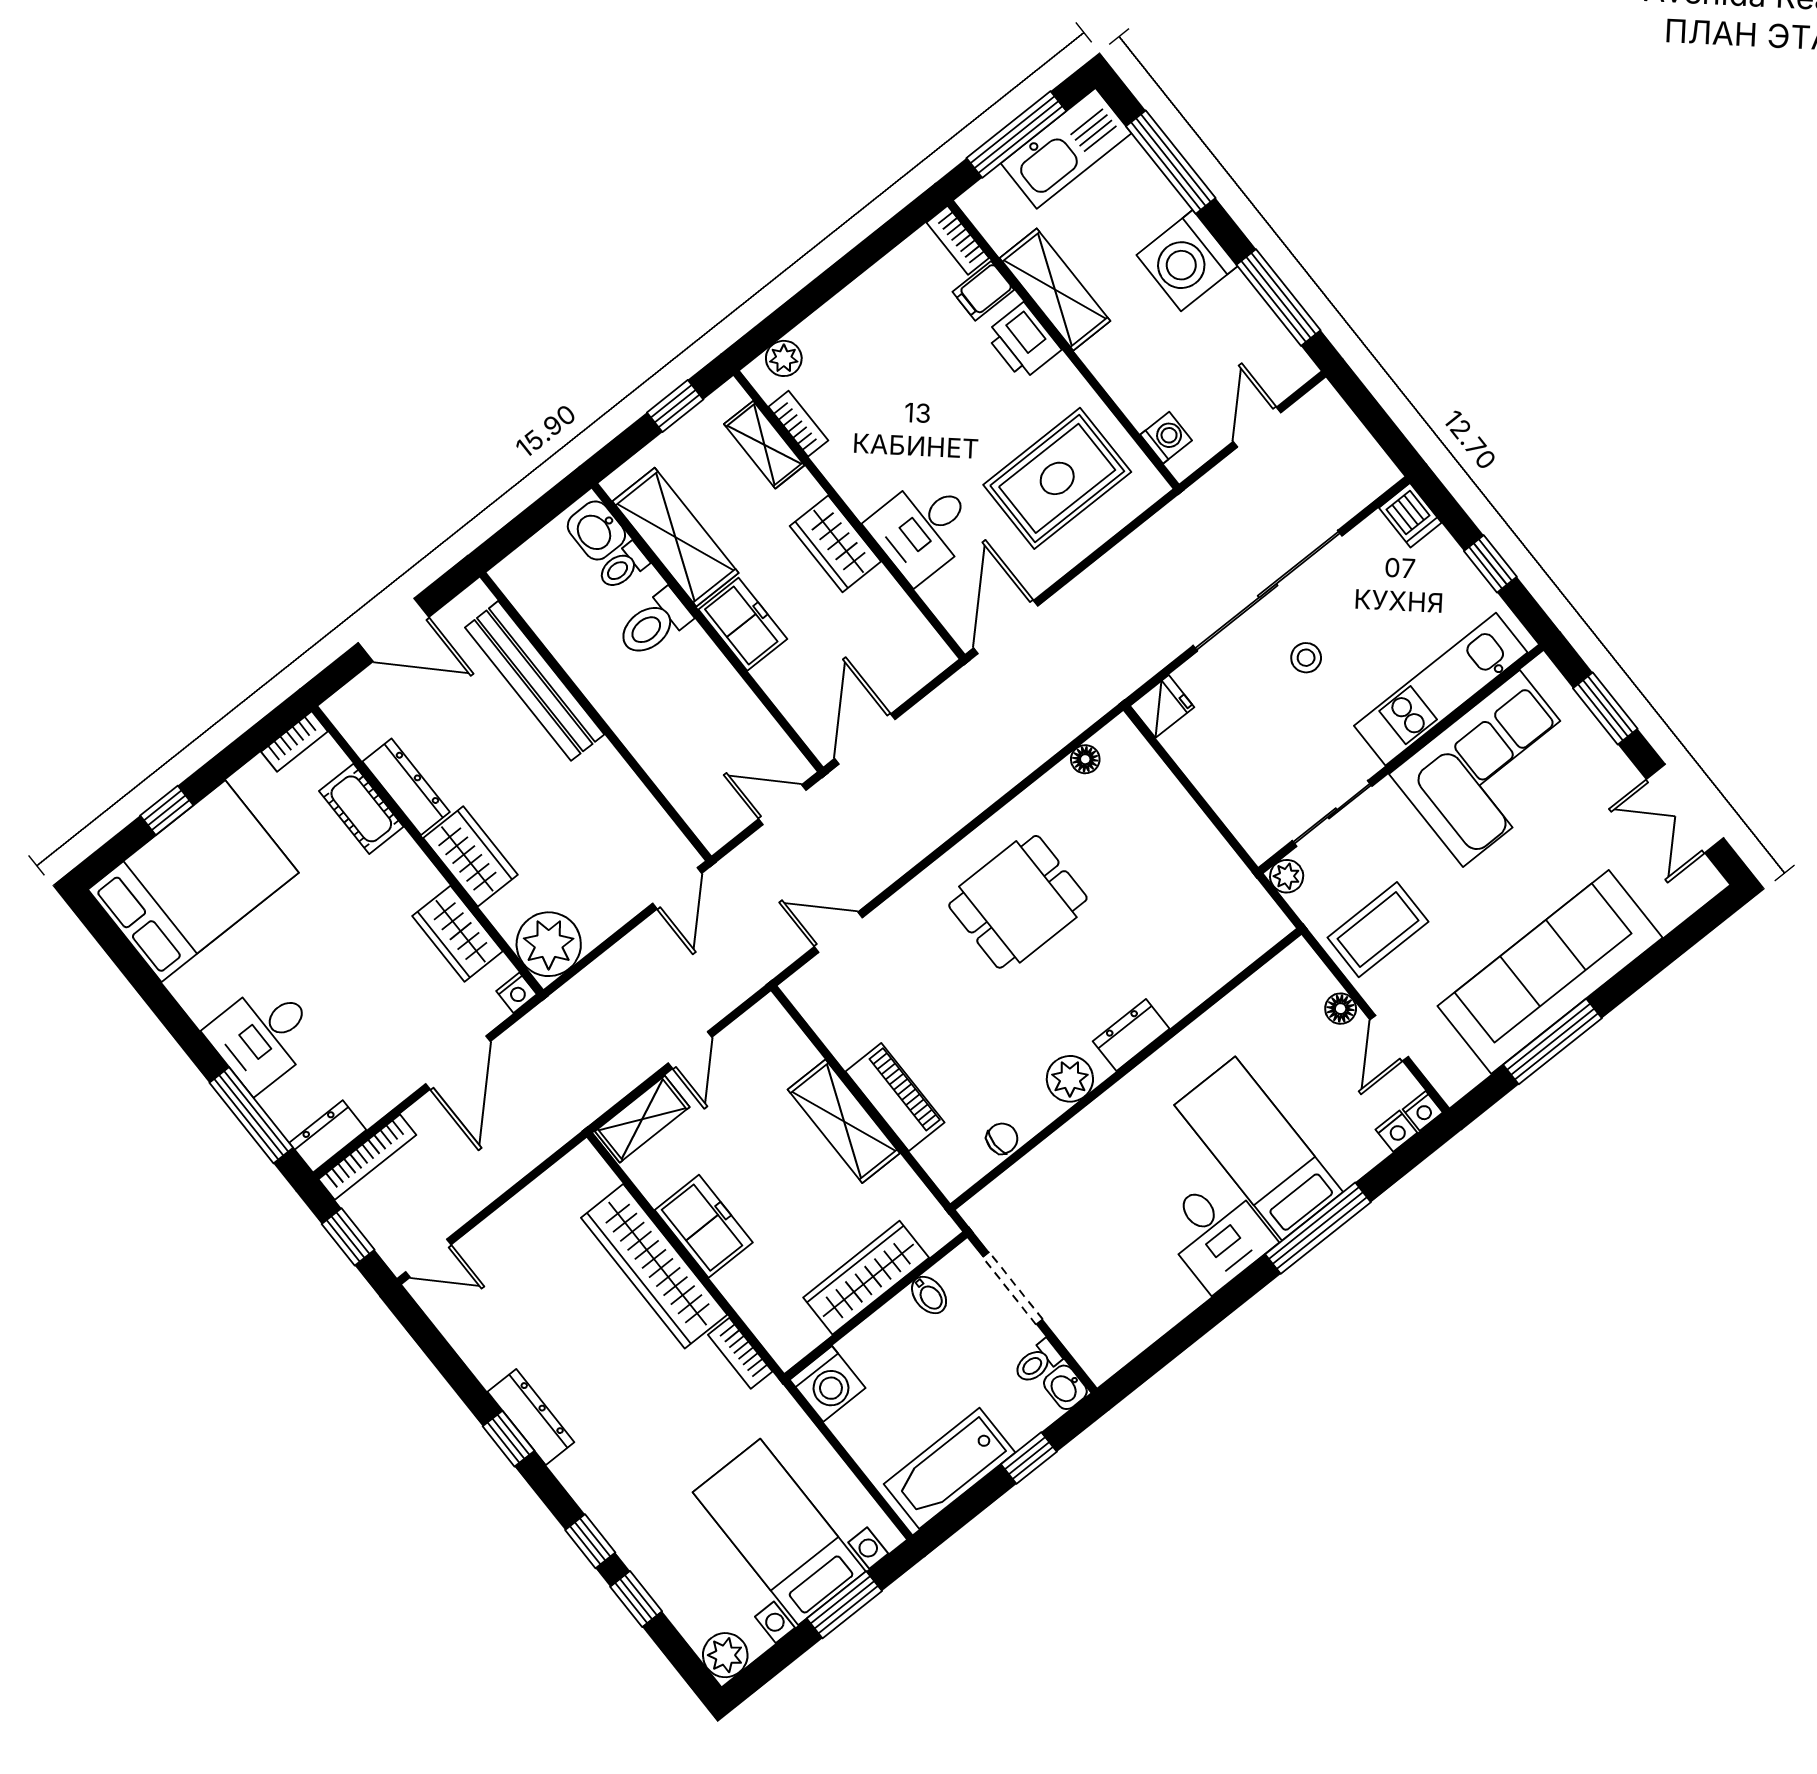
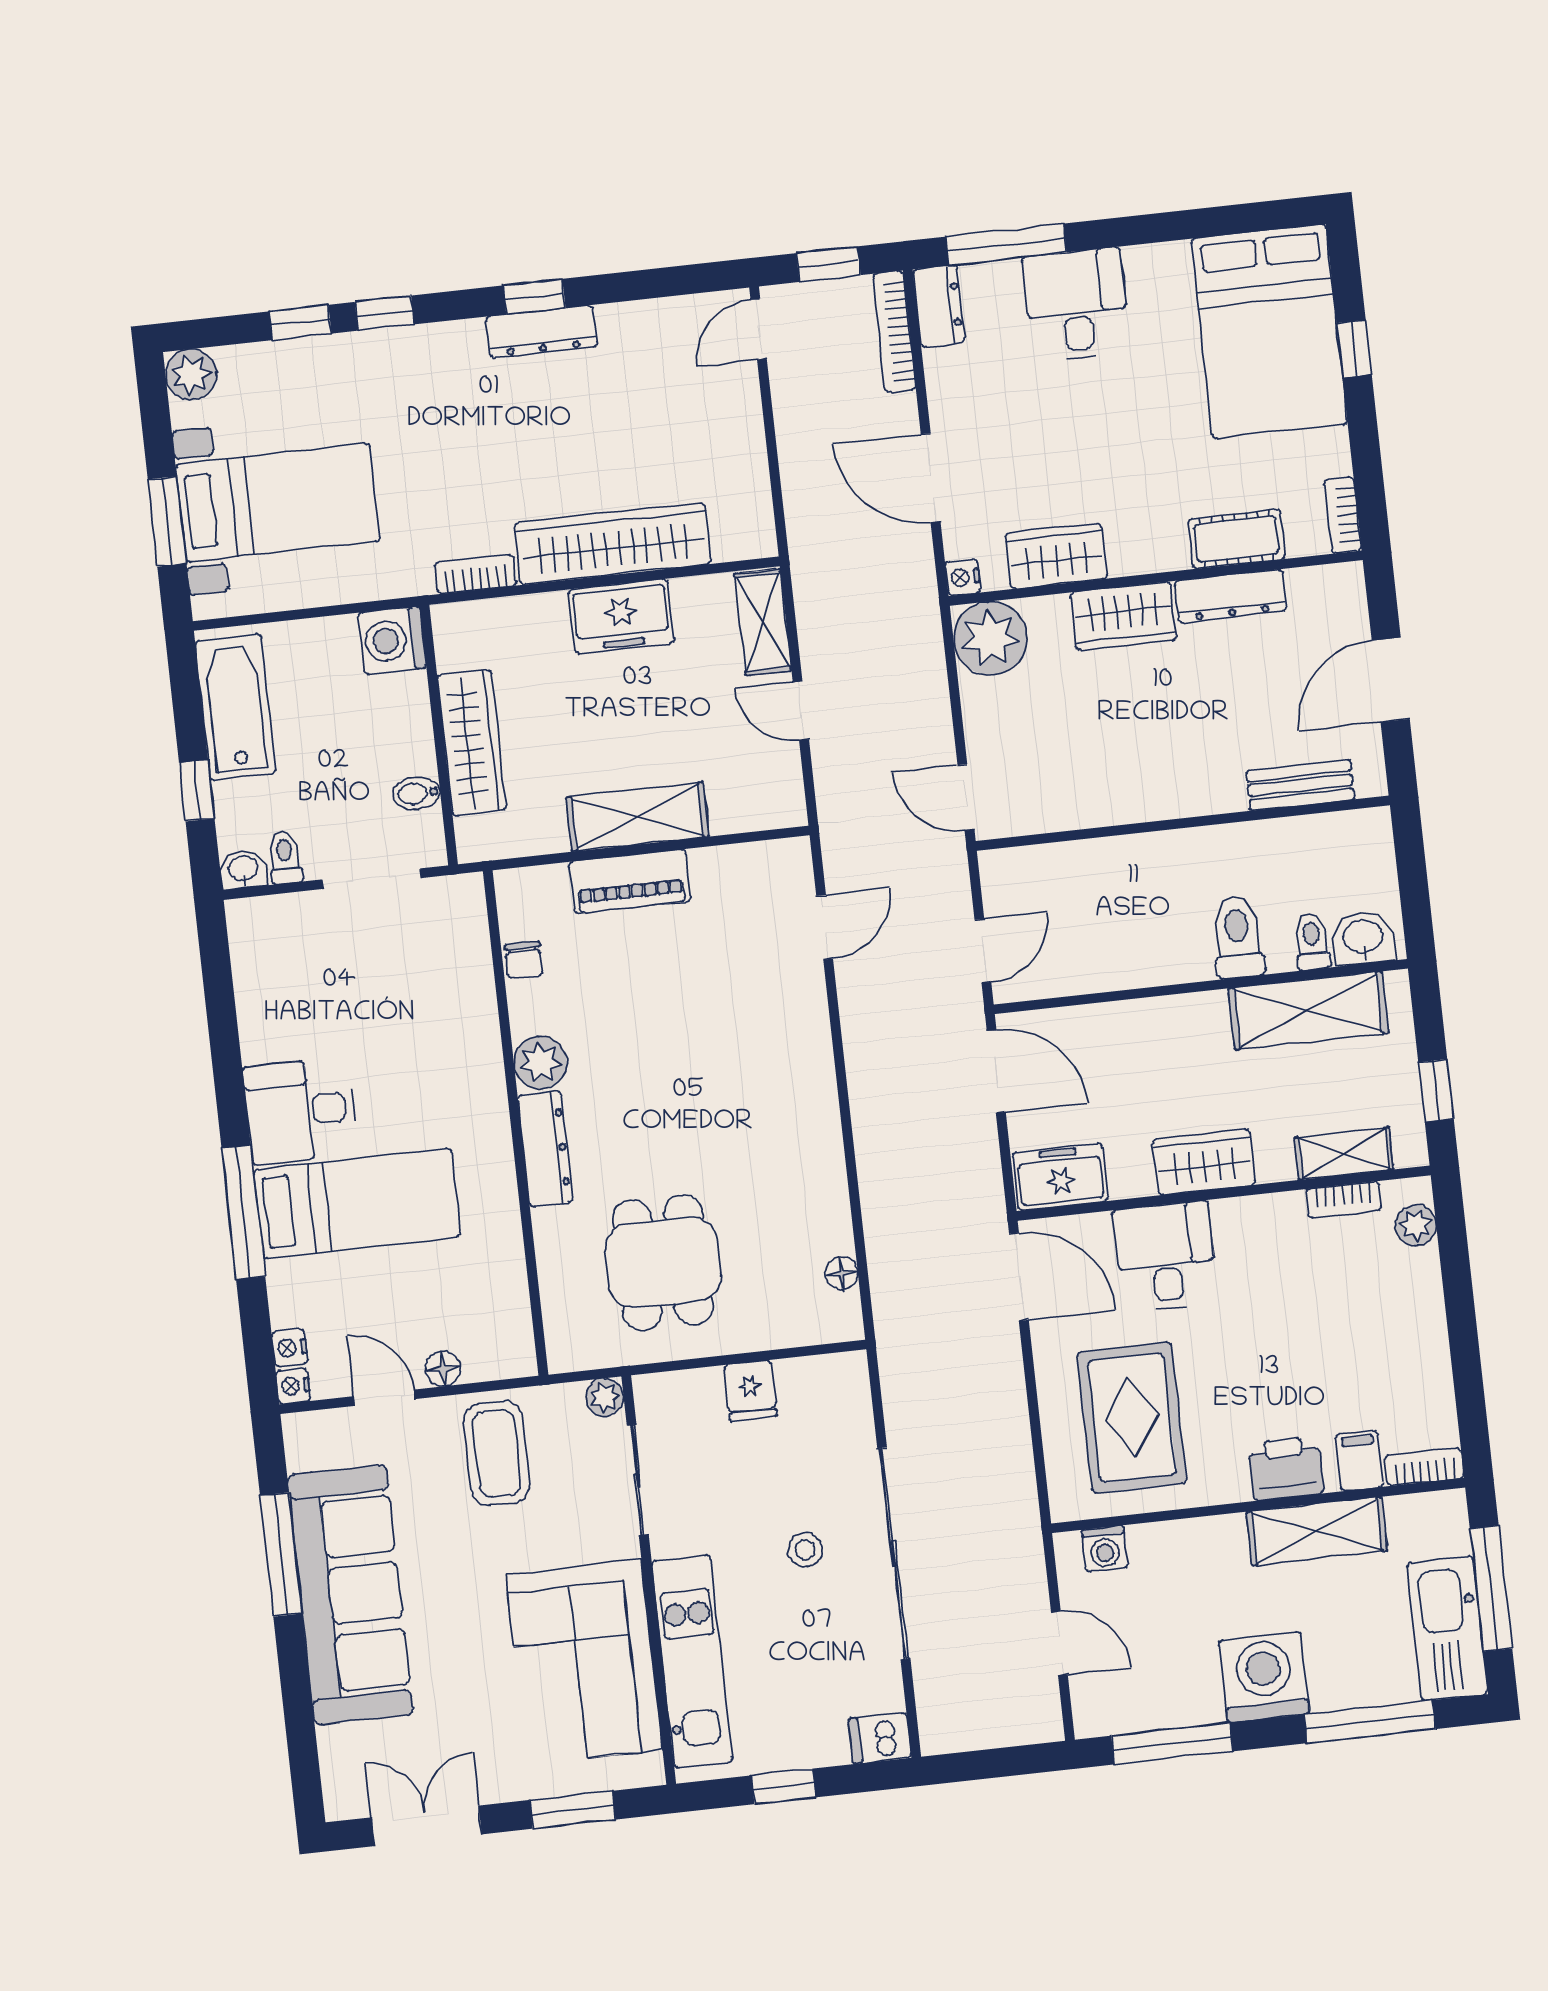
freezer: (743, 624) -> (1060, 1177), moved, turned 180
bench: (535, 681) -> (1300, 785), width x0.54, depth x0.82
fridge: (1162, 706) -> (750, 1391), moved
dining table: (1018, 902) -> (663, 1262), moved
dresser: (1131, 1035) -> (545, 1149), width x1.44

